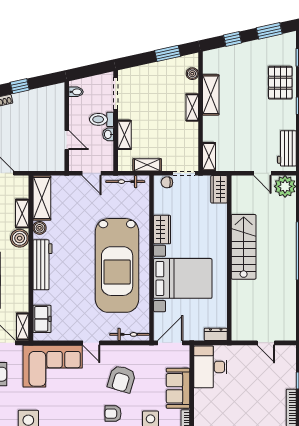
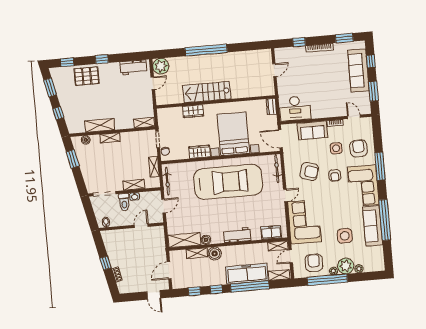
wardrobe: (219, 189) -> (193, 111), moved
workbench: (42, 265) -> (237, 235), width x0.73

